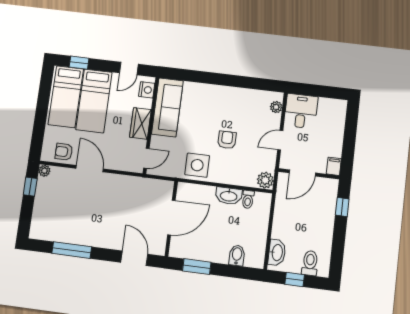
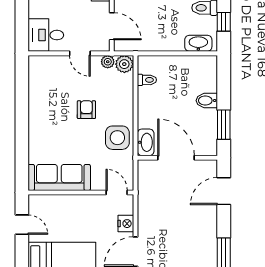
nightstand: (147, 90) -> (126, 224), moved, turned 90
plant: (276, 107) -> (108, 62), moved
wardrobe: (140, 123) -> (80, 204), removed
armchair: (227, 140) -> (86, 110), turned 90
washbasin: (229, 196) -> (146, 142), moved
bidet: (237, 255) -> (207, 101), moved

